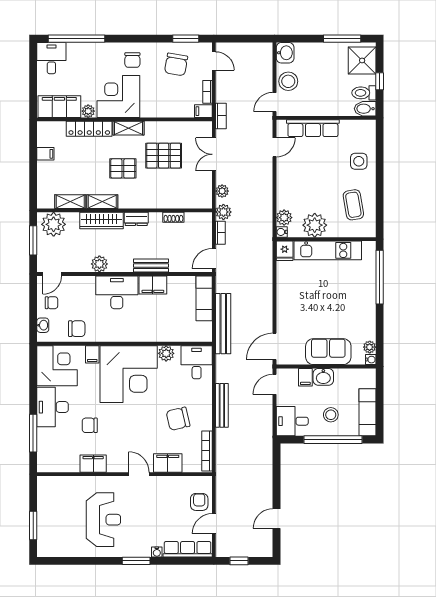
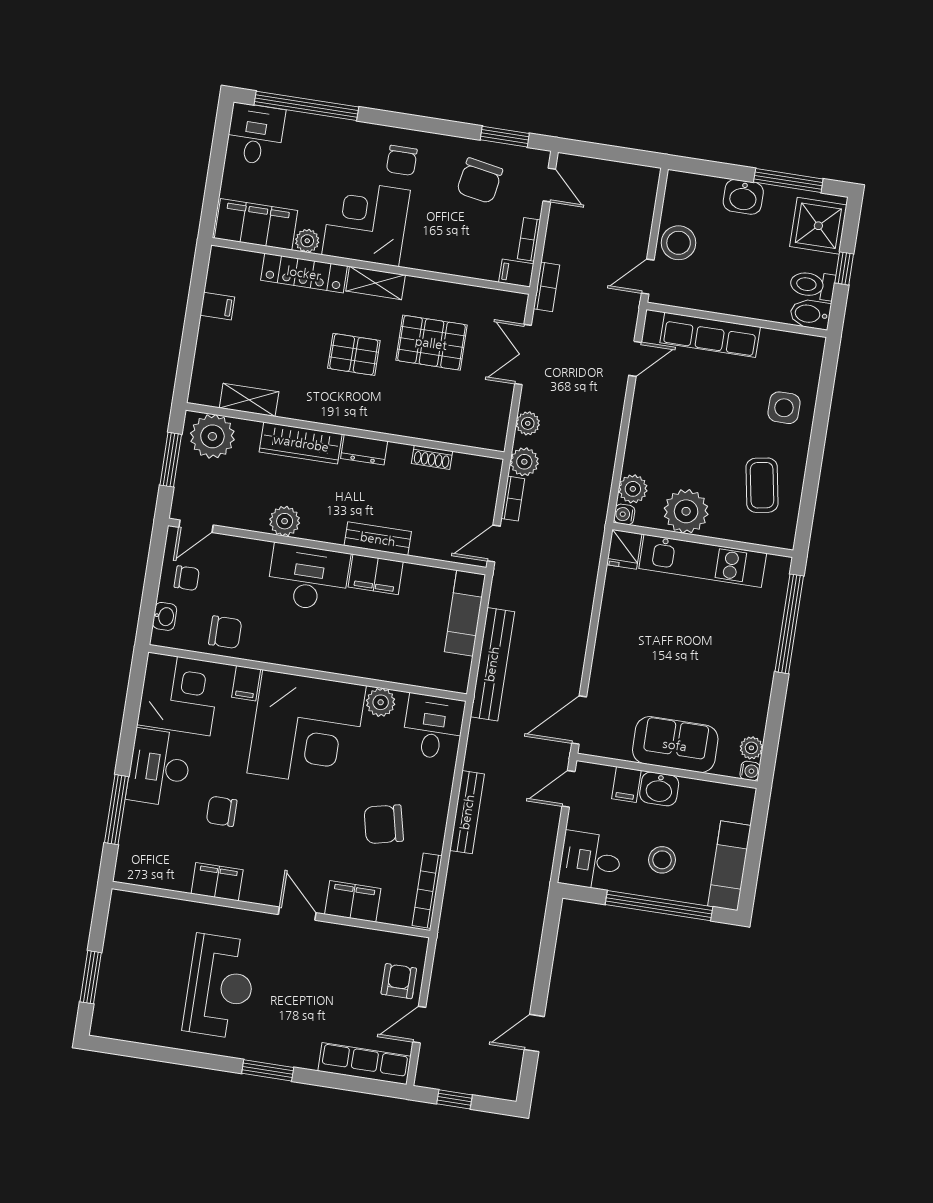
washbasin: (285, 53) -> (743, 197), moved, turned 90
shelving: (102, 202) -> (307, 409), removed
water cooler: (157, 552) -> (308, 1060), removed

